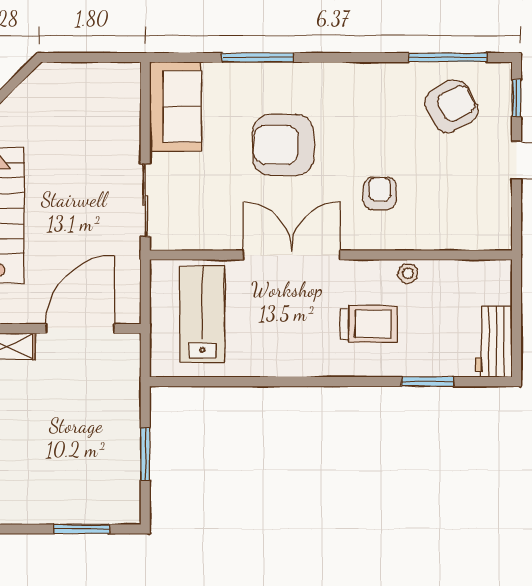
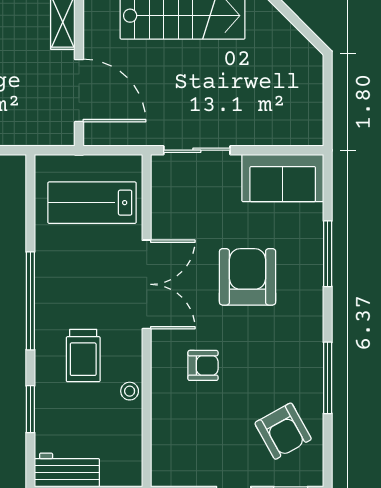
window: (448, 58) -> (328, 378), moved
lab bench: (202, 314) -> (92, 203), turned 180
window: (309, 382) -> (30, 301), added

